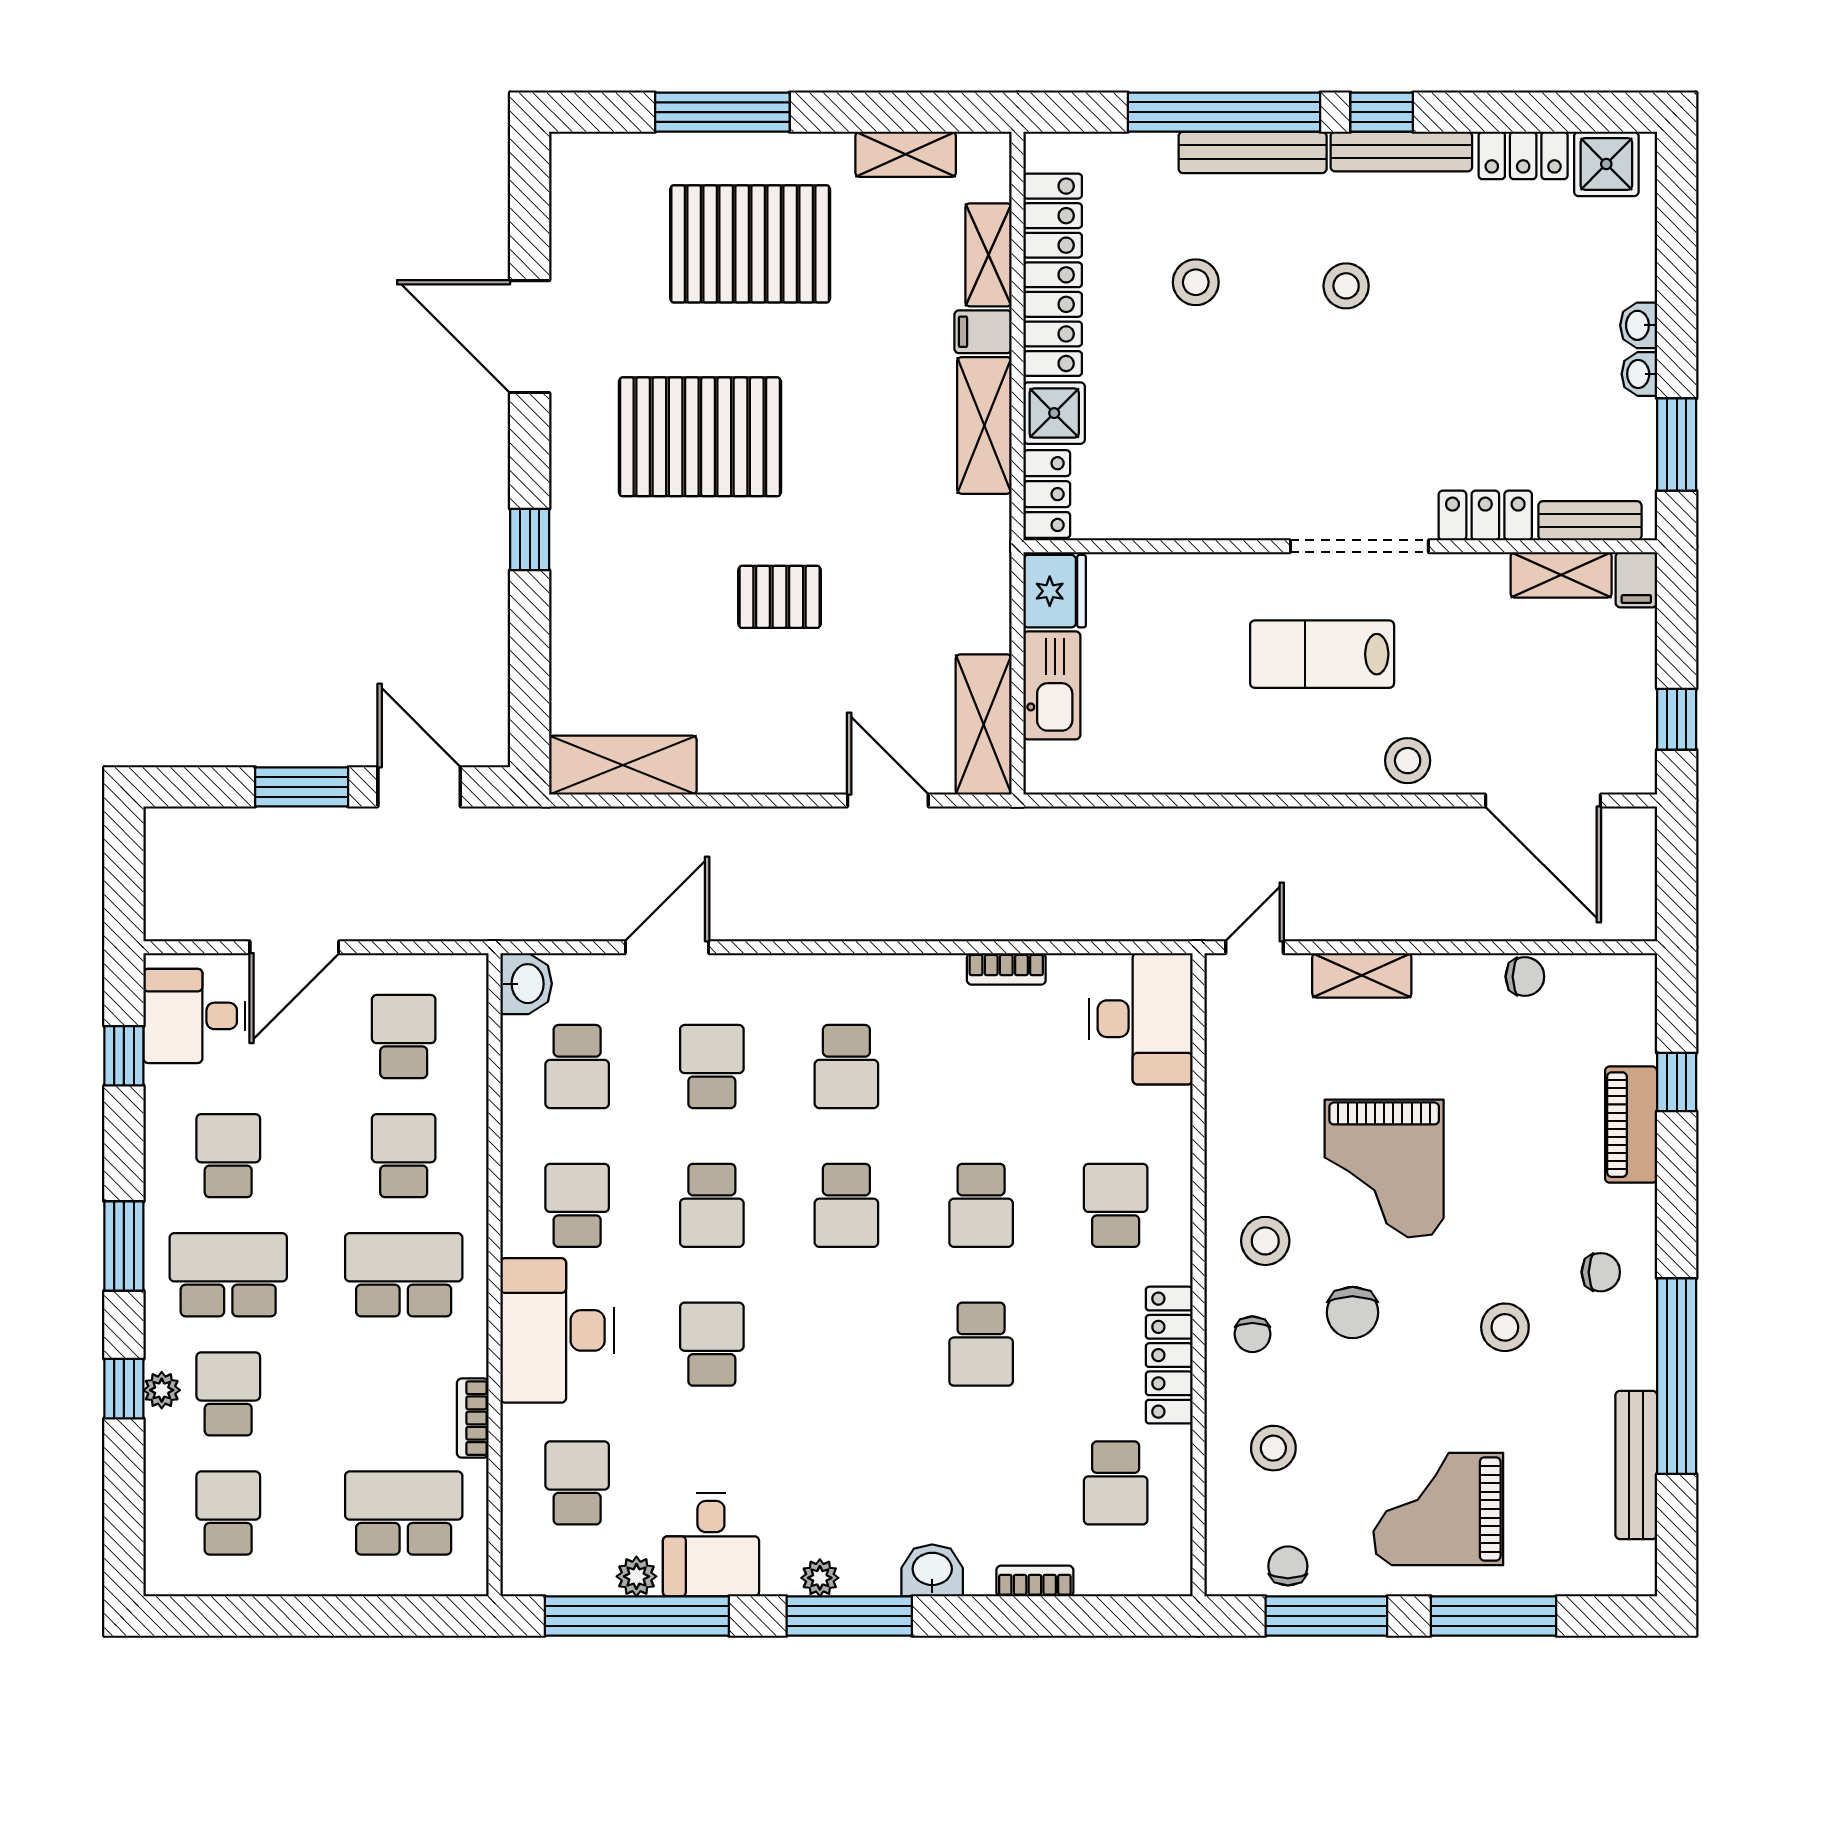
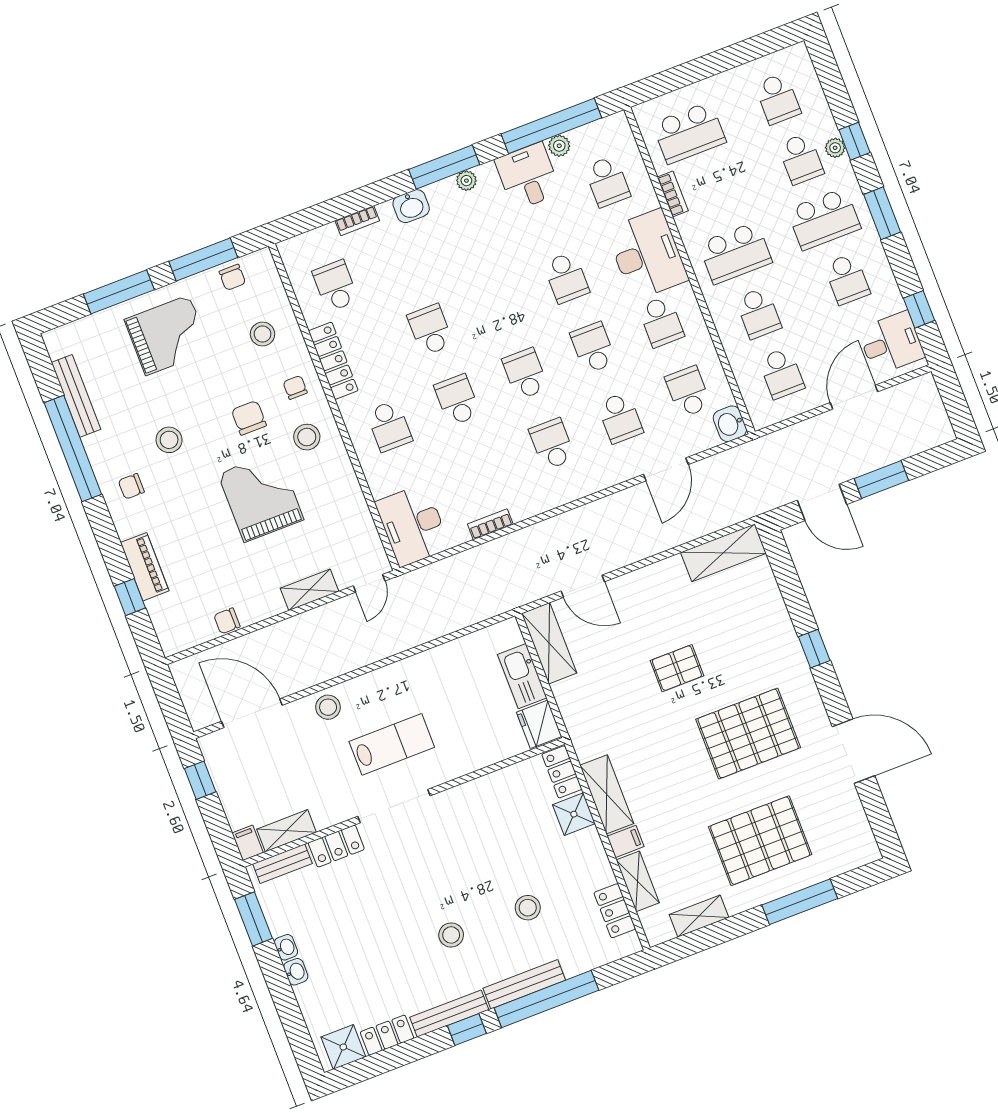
locker: (1053, 275) -> (615, 911), width x0.46, depth x0.83

